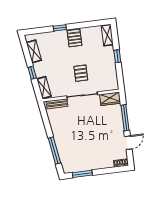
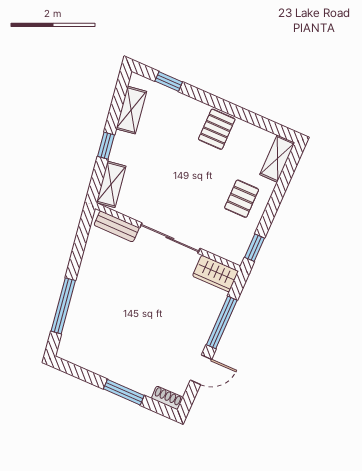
window: (60, 28) -> (169, 82), moved
window: (117, 56) -> (255, 248), moved
pallet: (81, 73) -> (242, 199), moved
window: (82, 174) -> (124, 392), moved

